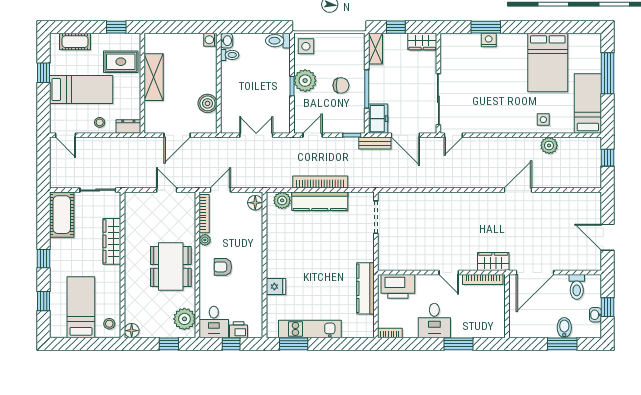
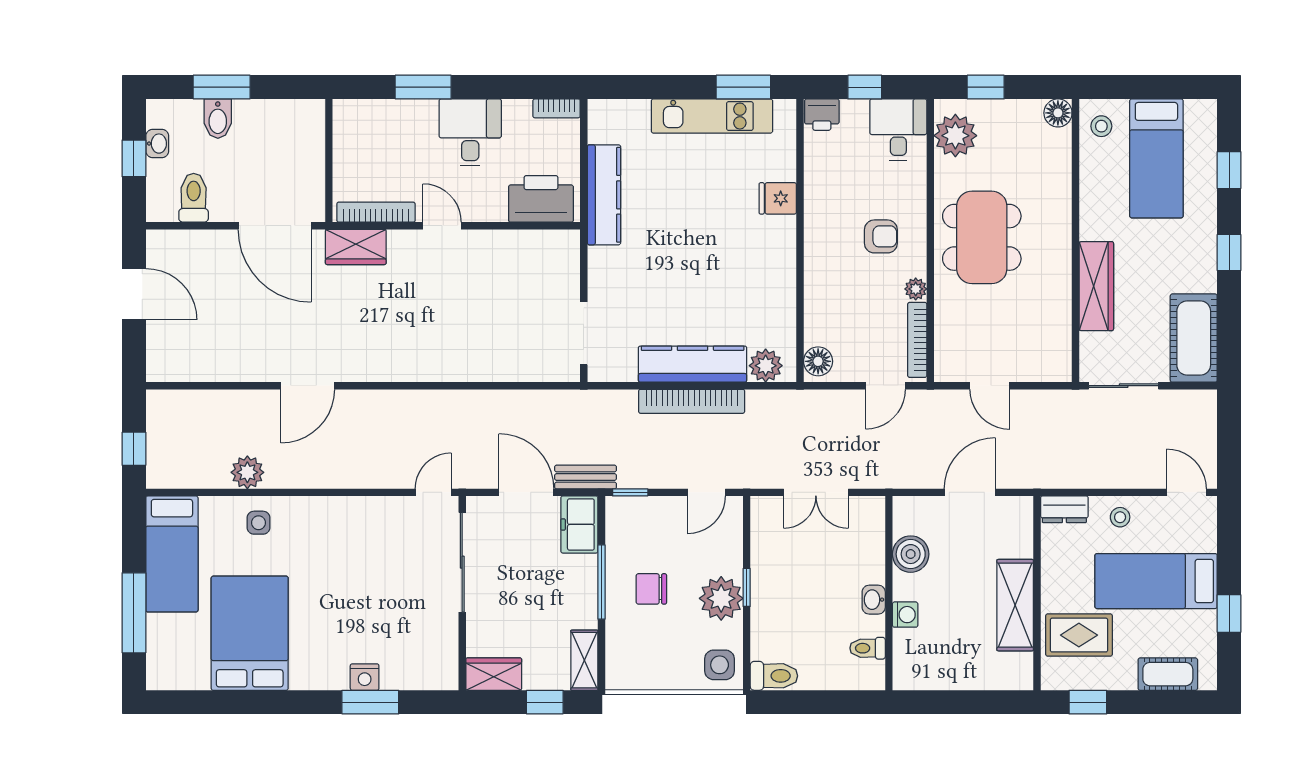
washing machine: (210, 40) -> (905, 615), moved
washbasin: (227, 41) -> (874, 600), moved
door: (535, 272) -> (275, 226), swing flipped
printer: (239, 330) -> (822, 115), moved

